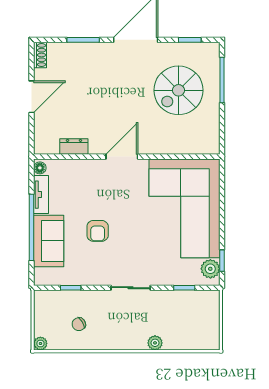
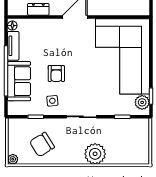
side table: (92, 267) -> (52, 101), added
chair: (79, 324) -> (42, 145), width x1.87, depth x1.87
plant: (155, 343) -> (95, 154), width x1.88, depth x1.88

